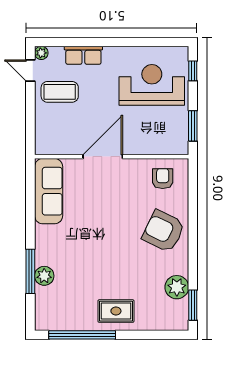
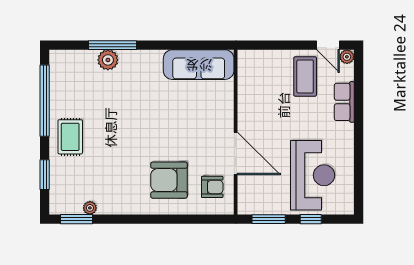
door: (30, 70) -> (328, 45), swing flipped
window: (193, 71) -> (311, 219), moved
door: (103, 157) -> (236, 153), moved
armchair: (164, 231) -> (169, 180), moved, turned -116
plant: (177, 287) -> (90, 208), width x0.53, depth x0.53
window: (151, 335) -> (45, 175), added

